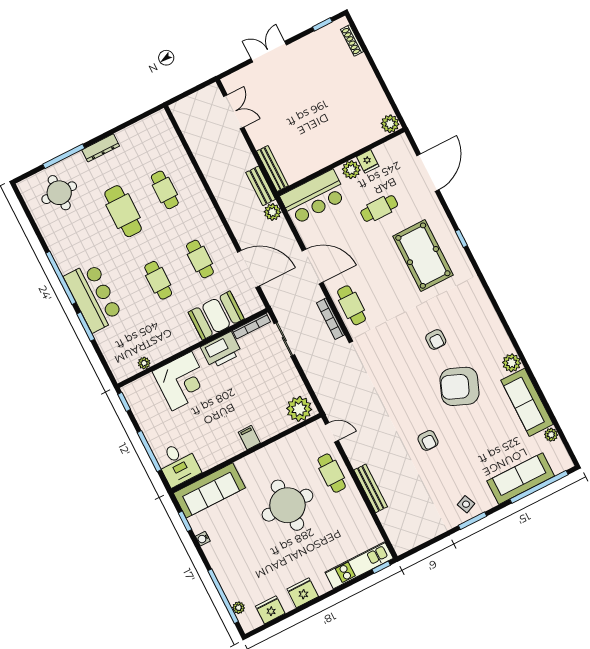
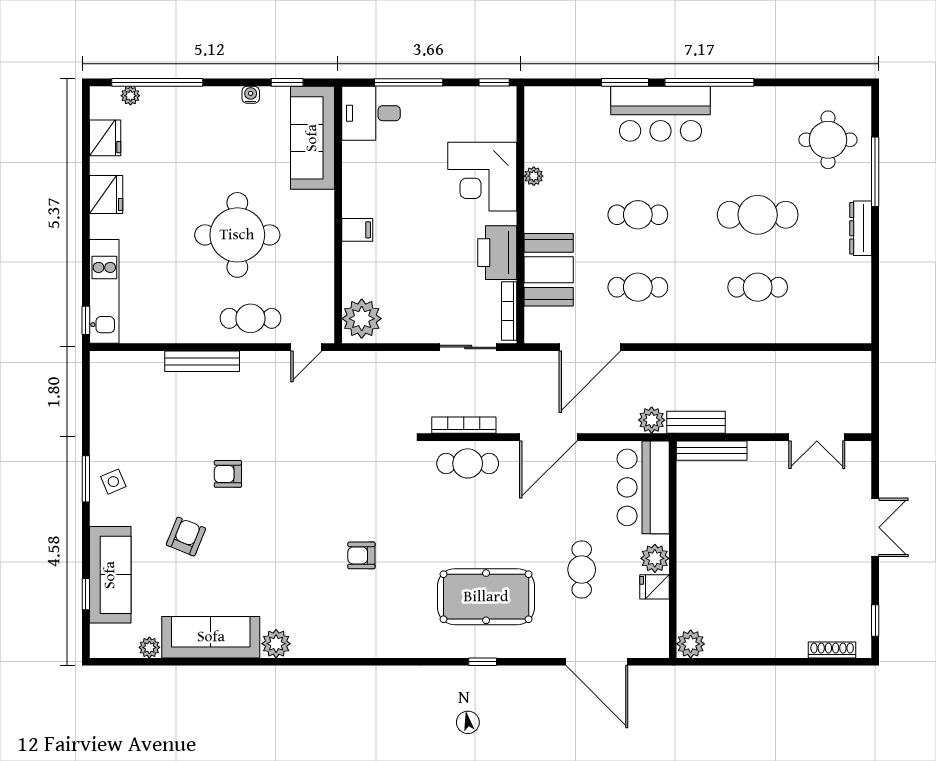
plant: (144, 363) -> (534, 176), moved
armchair: (460, 386) -> (186, 537), moved, width x0.53, depth x0.53
window: (539, 487) -> (86, 594), width x0.32

